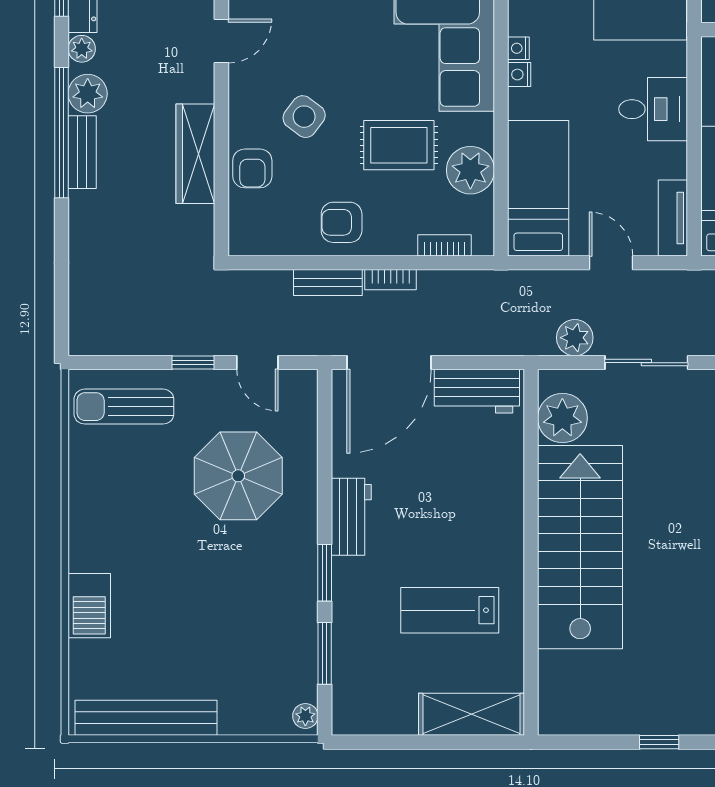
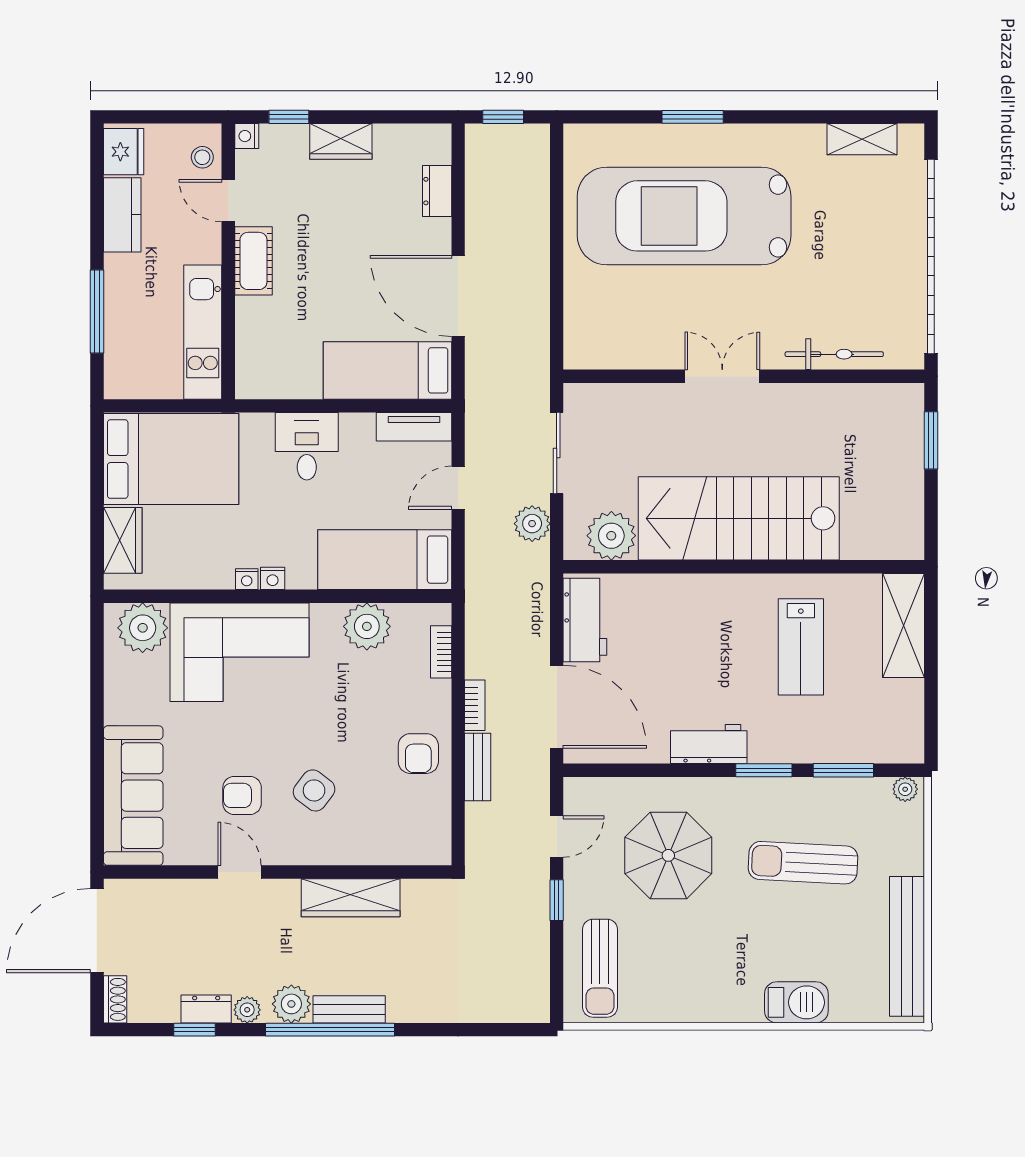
rug: (399, 145) -> (342, 697), removed
armchair: (252, 168) -> (242, 795), moved, turned 180
sun lounger: (231, 612) -> (803, 863), added
window: (659, 742) -> (931, 440), width x1.50

